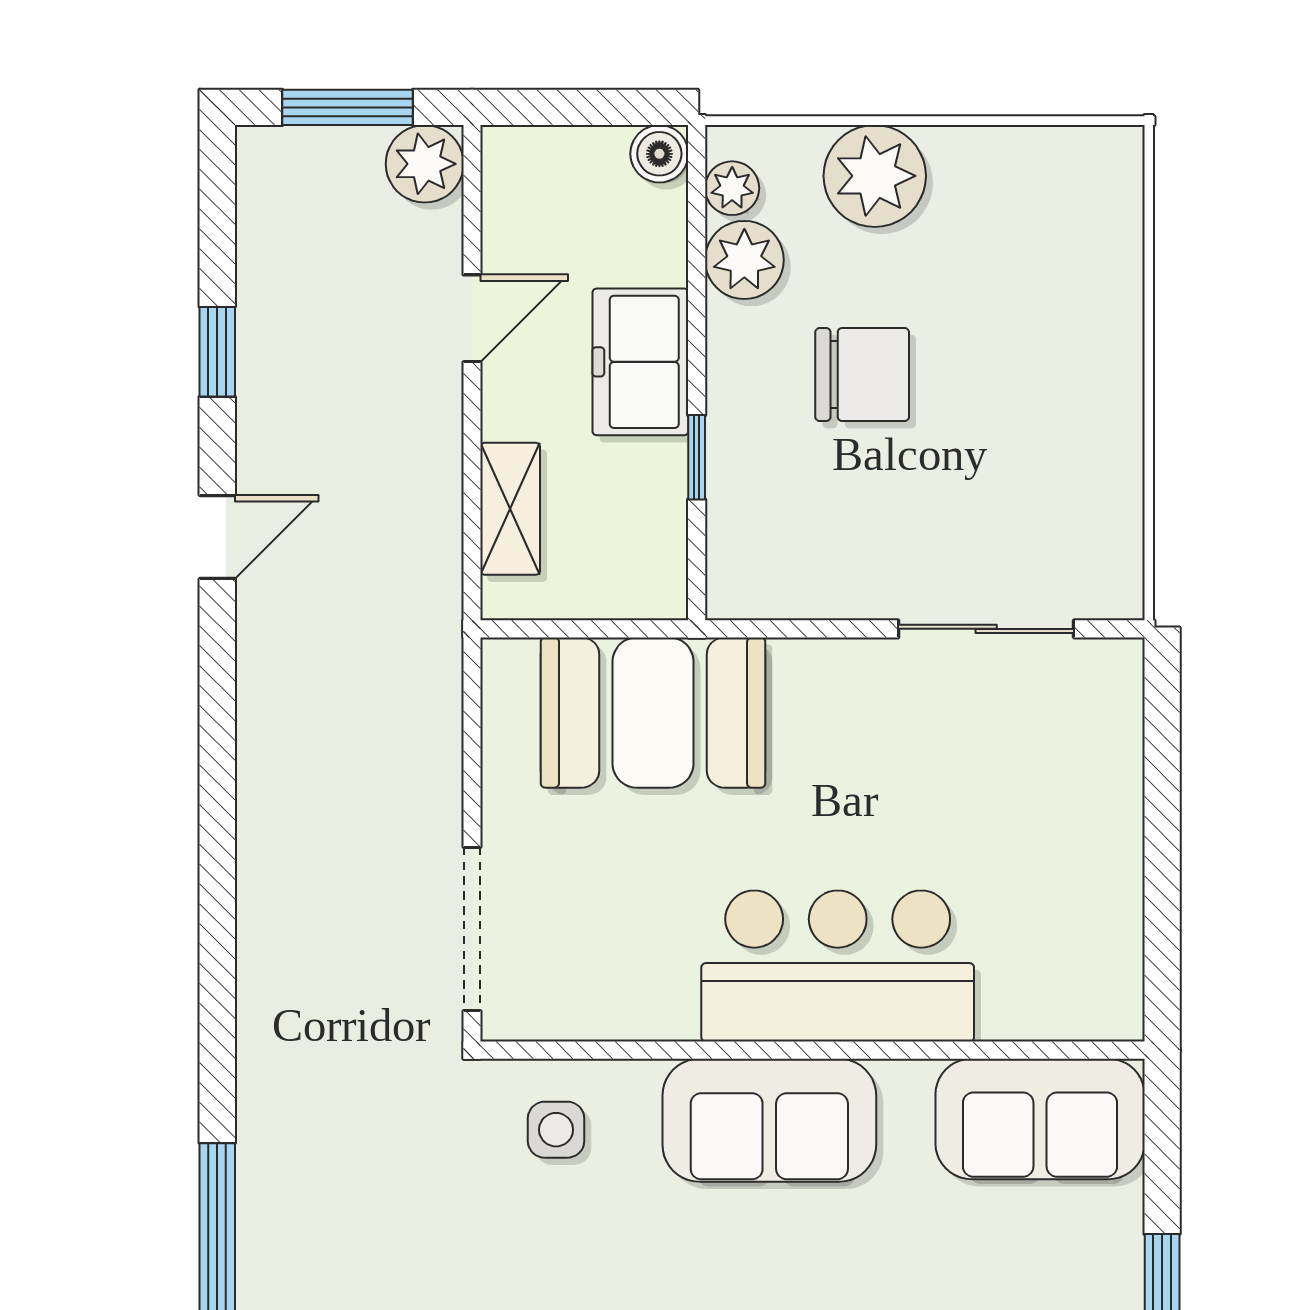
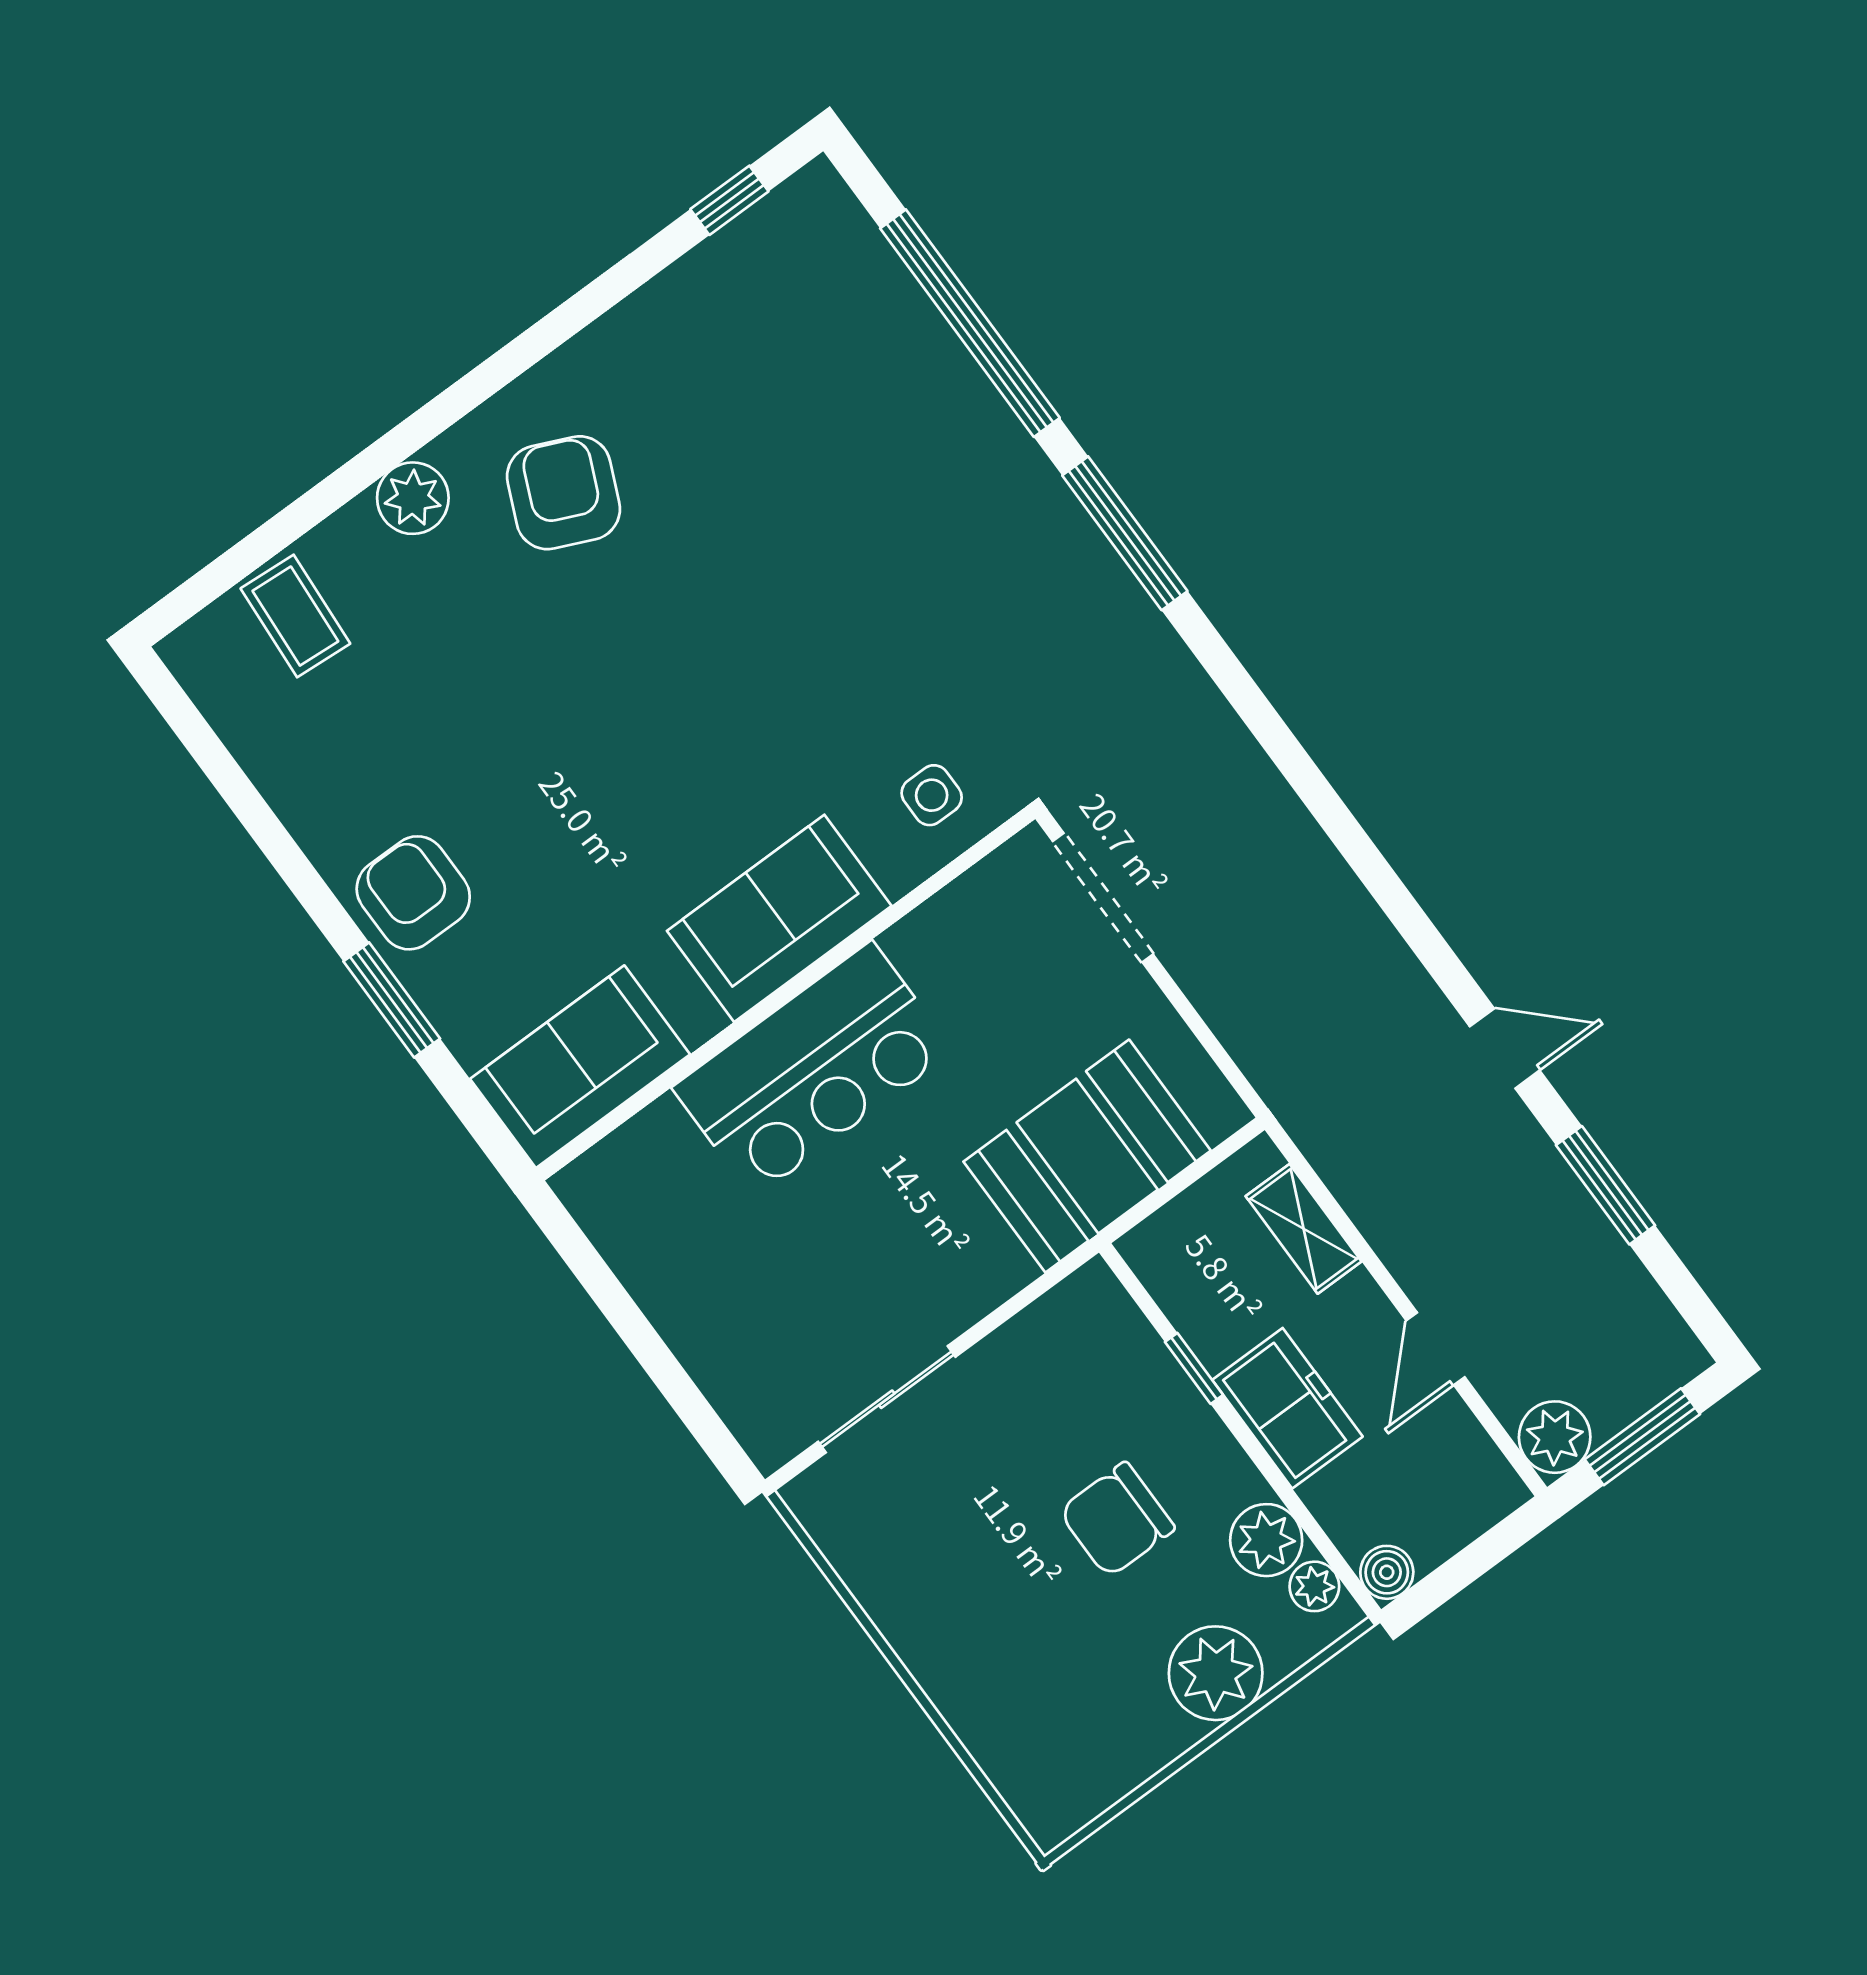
window: (217, 352) -> (1606, 1185), width x1.50
door: (217, 537) -> (1505, 1048), swing flipped

